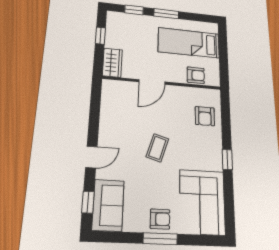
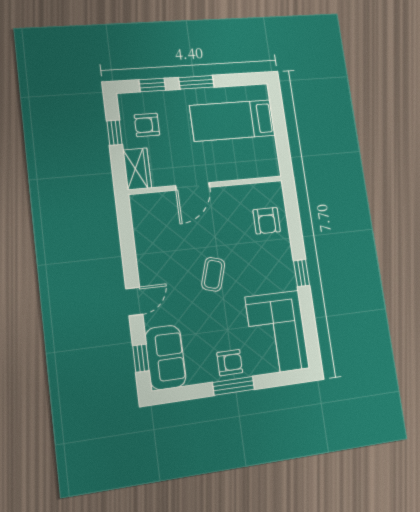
armchair: (196, 75) -> (147, 125), moved, turned 180

